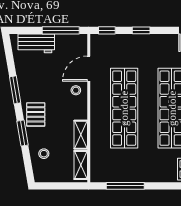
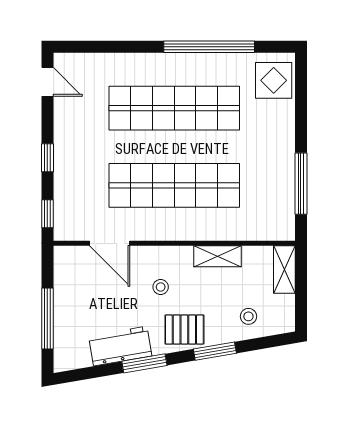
window: (61, 30) -> (47, 318), moved
workbench: (36, 43) -> (120, 346), moved, turned -100
stool: (76, 90) -> (161, 287), moved
shelving: (81, 165) -> (284, 269), moved, turned 90

